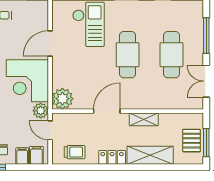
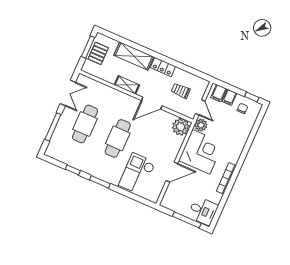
trolley: (75, 152) -> (181, 91), moved

